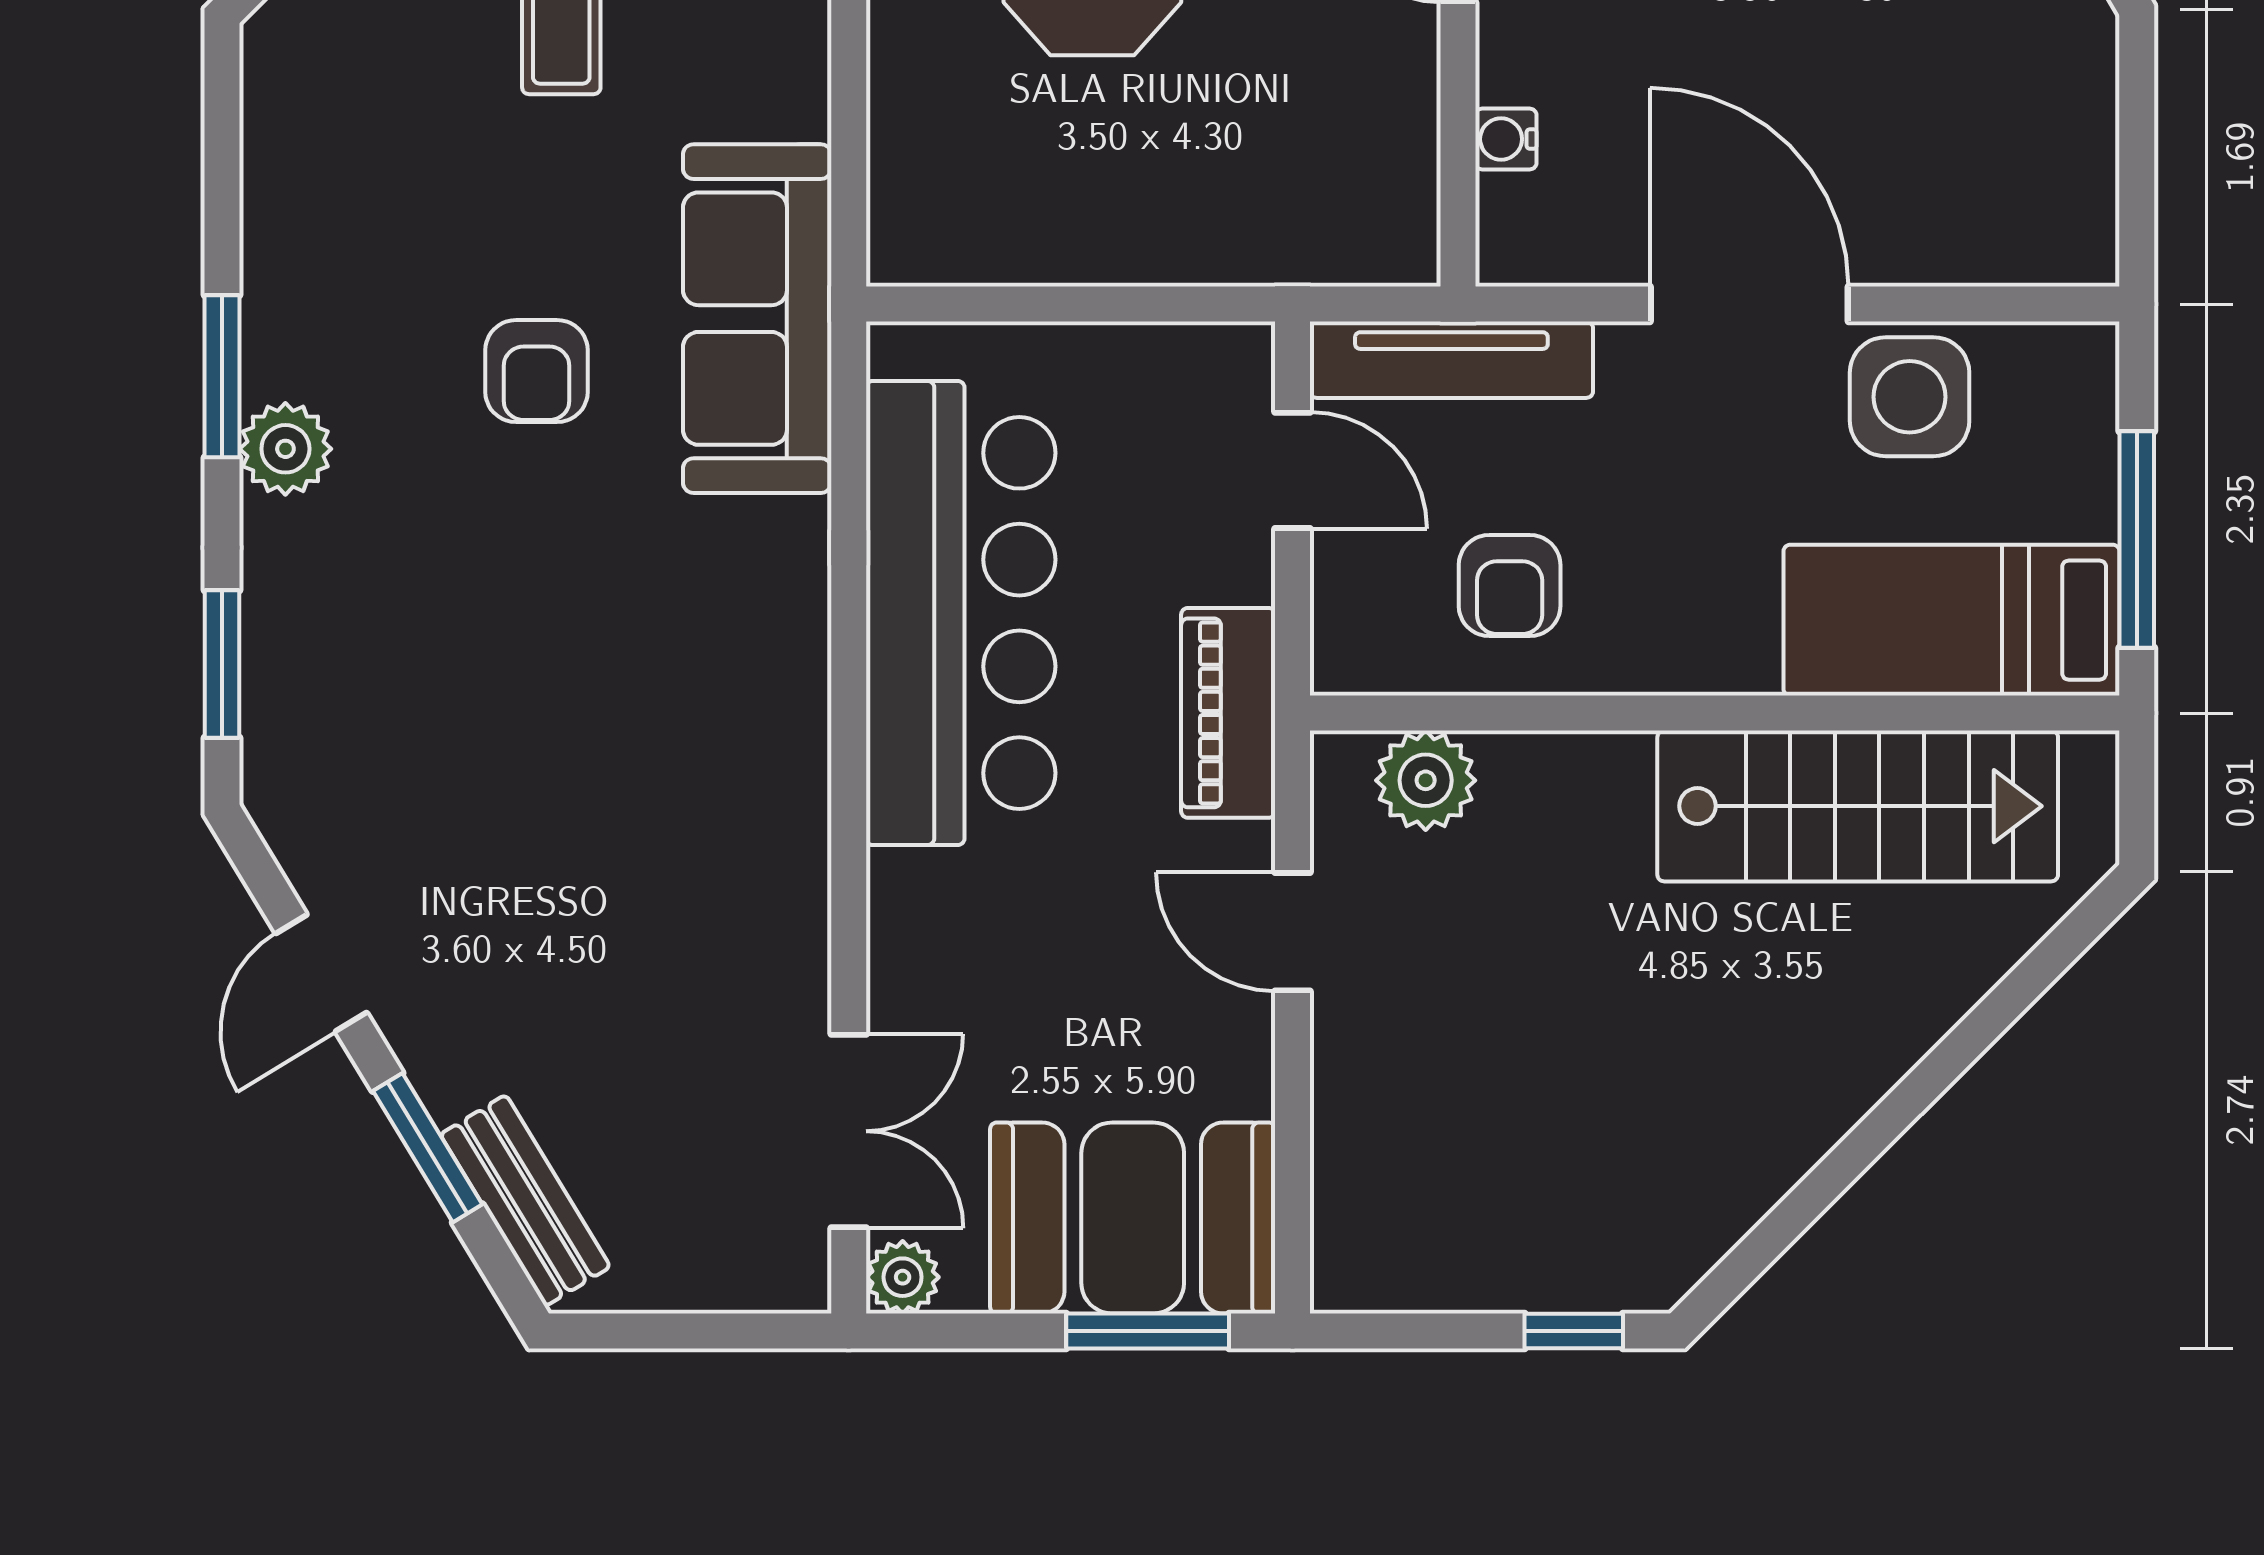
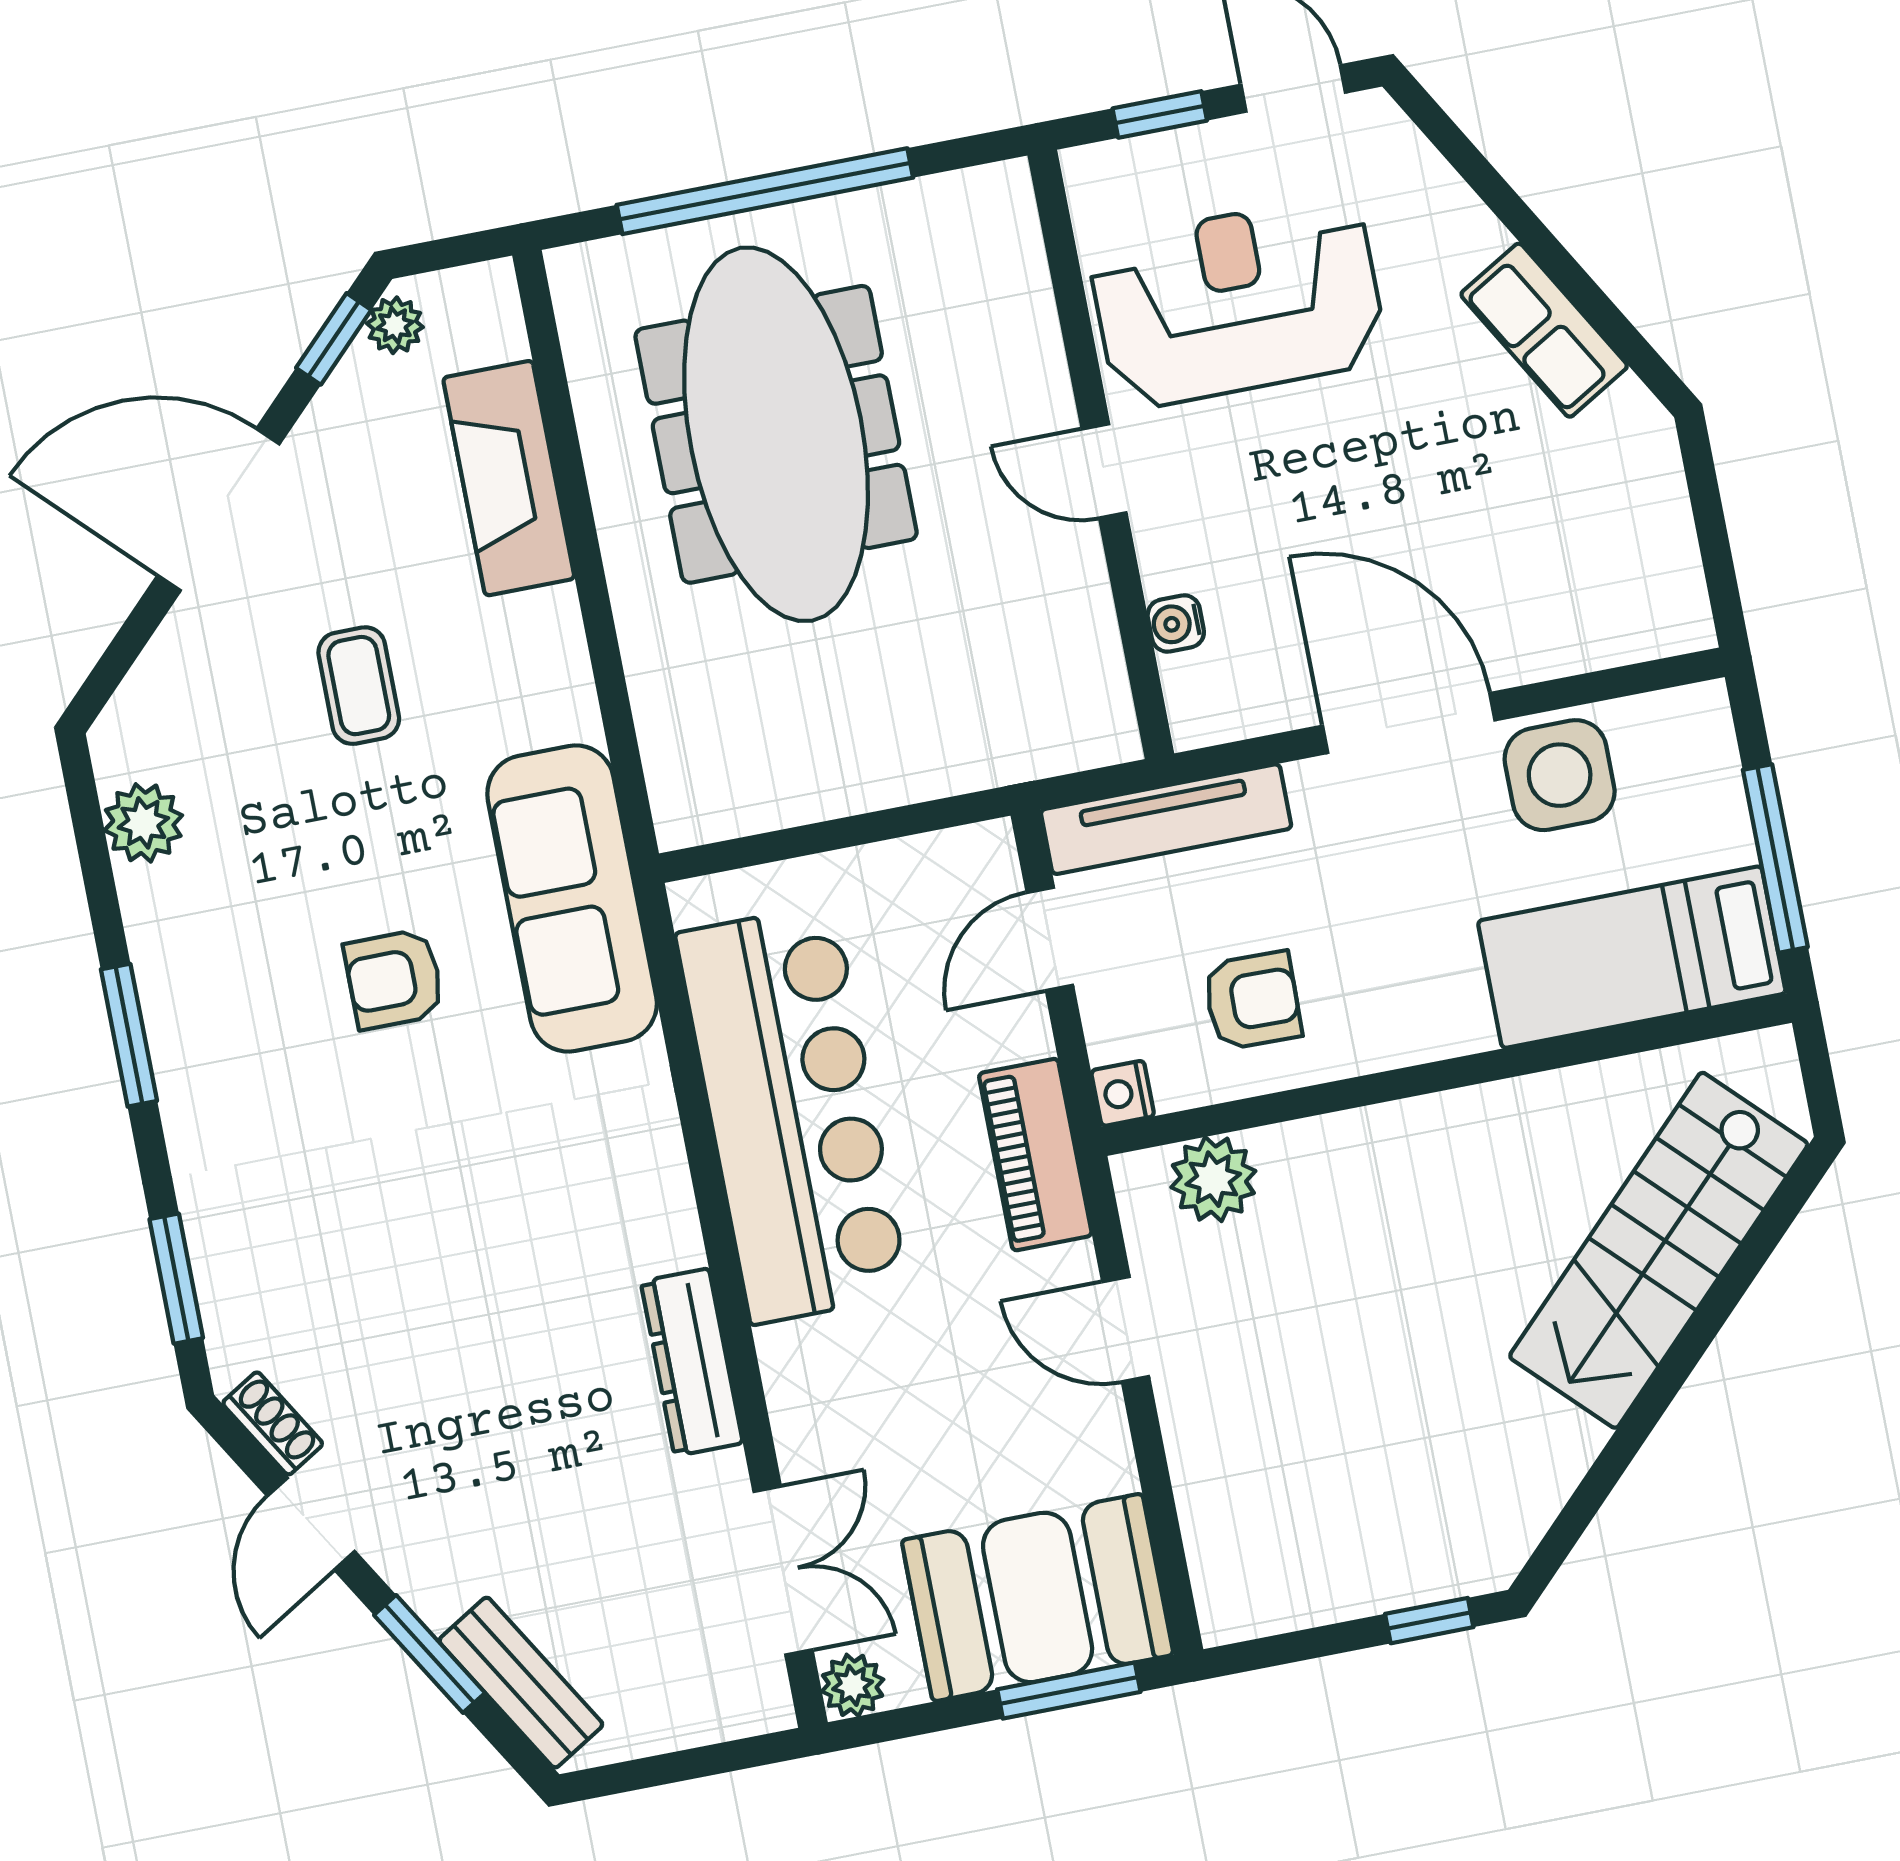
armchair: (537, 371) -> (394, 979), turned 90
plant: (285, 449) -> (143, 823), moved
door: (1293, 470) -> (1050, 939), swing flipped
armchair: (1510, 585) -> (1252, 1001), turned -89
nightstand: (1341, 662) -> (1123, 1093), added
stairs: (1858, 806) -> (1659, 1250), moved, turned 135
shoe rack: (300, 850) -> (273, 1423), added
dresser: (791, 873) -> (692, 1362), added

